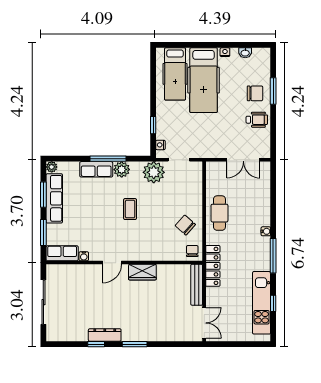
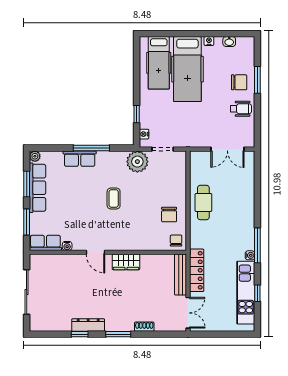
plant: (122, 169) -> (105, 159), removed
chair: (185, 225) -> (169, 215), turned -132
water cooler: (266, 231) -> (250, 255), moved
door: (112, 263) -> (96, 252), hinge flipped
locker: (213, 266) -> (197, 270), moved
shoe rack: (161, 337) -> (144, 327), added

